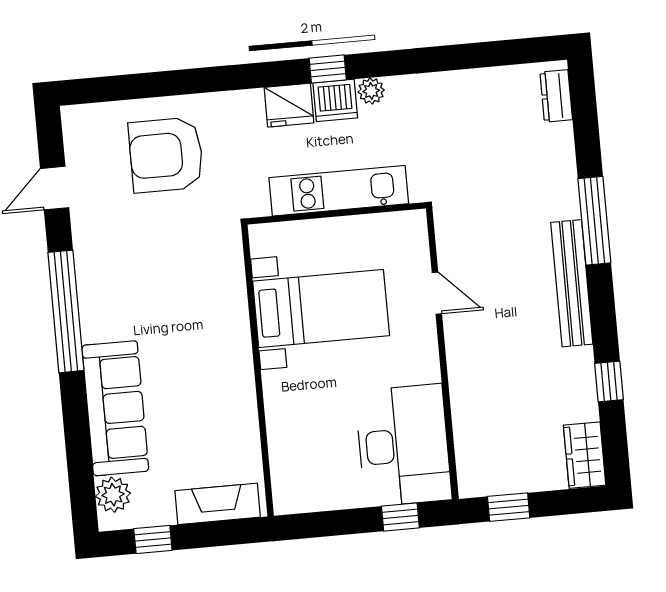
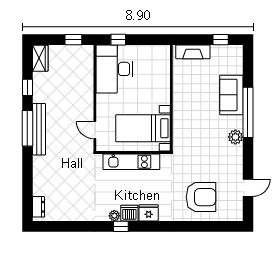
window: (328, 69) -> (121, 226), moved
kitchen unit: (339, 191) -> (131, 162), moved
wall: (336, 213) -> (133, 152), moved
window: (594, 221) -> (27, 128), moved
window: (66, 311) -> (248, 112), moved
sofa: (115, 408) -> (231, 95), width x0.73
plant: (113, 495) -> (235, 137), moved

